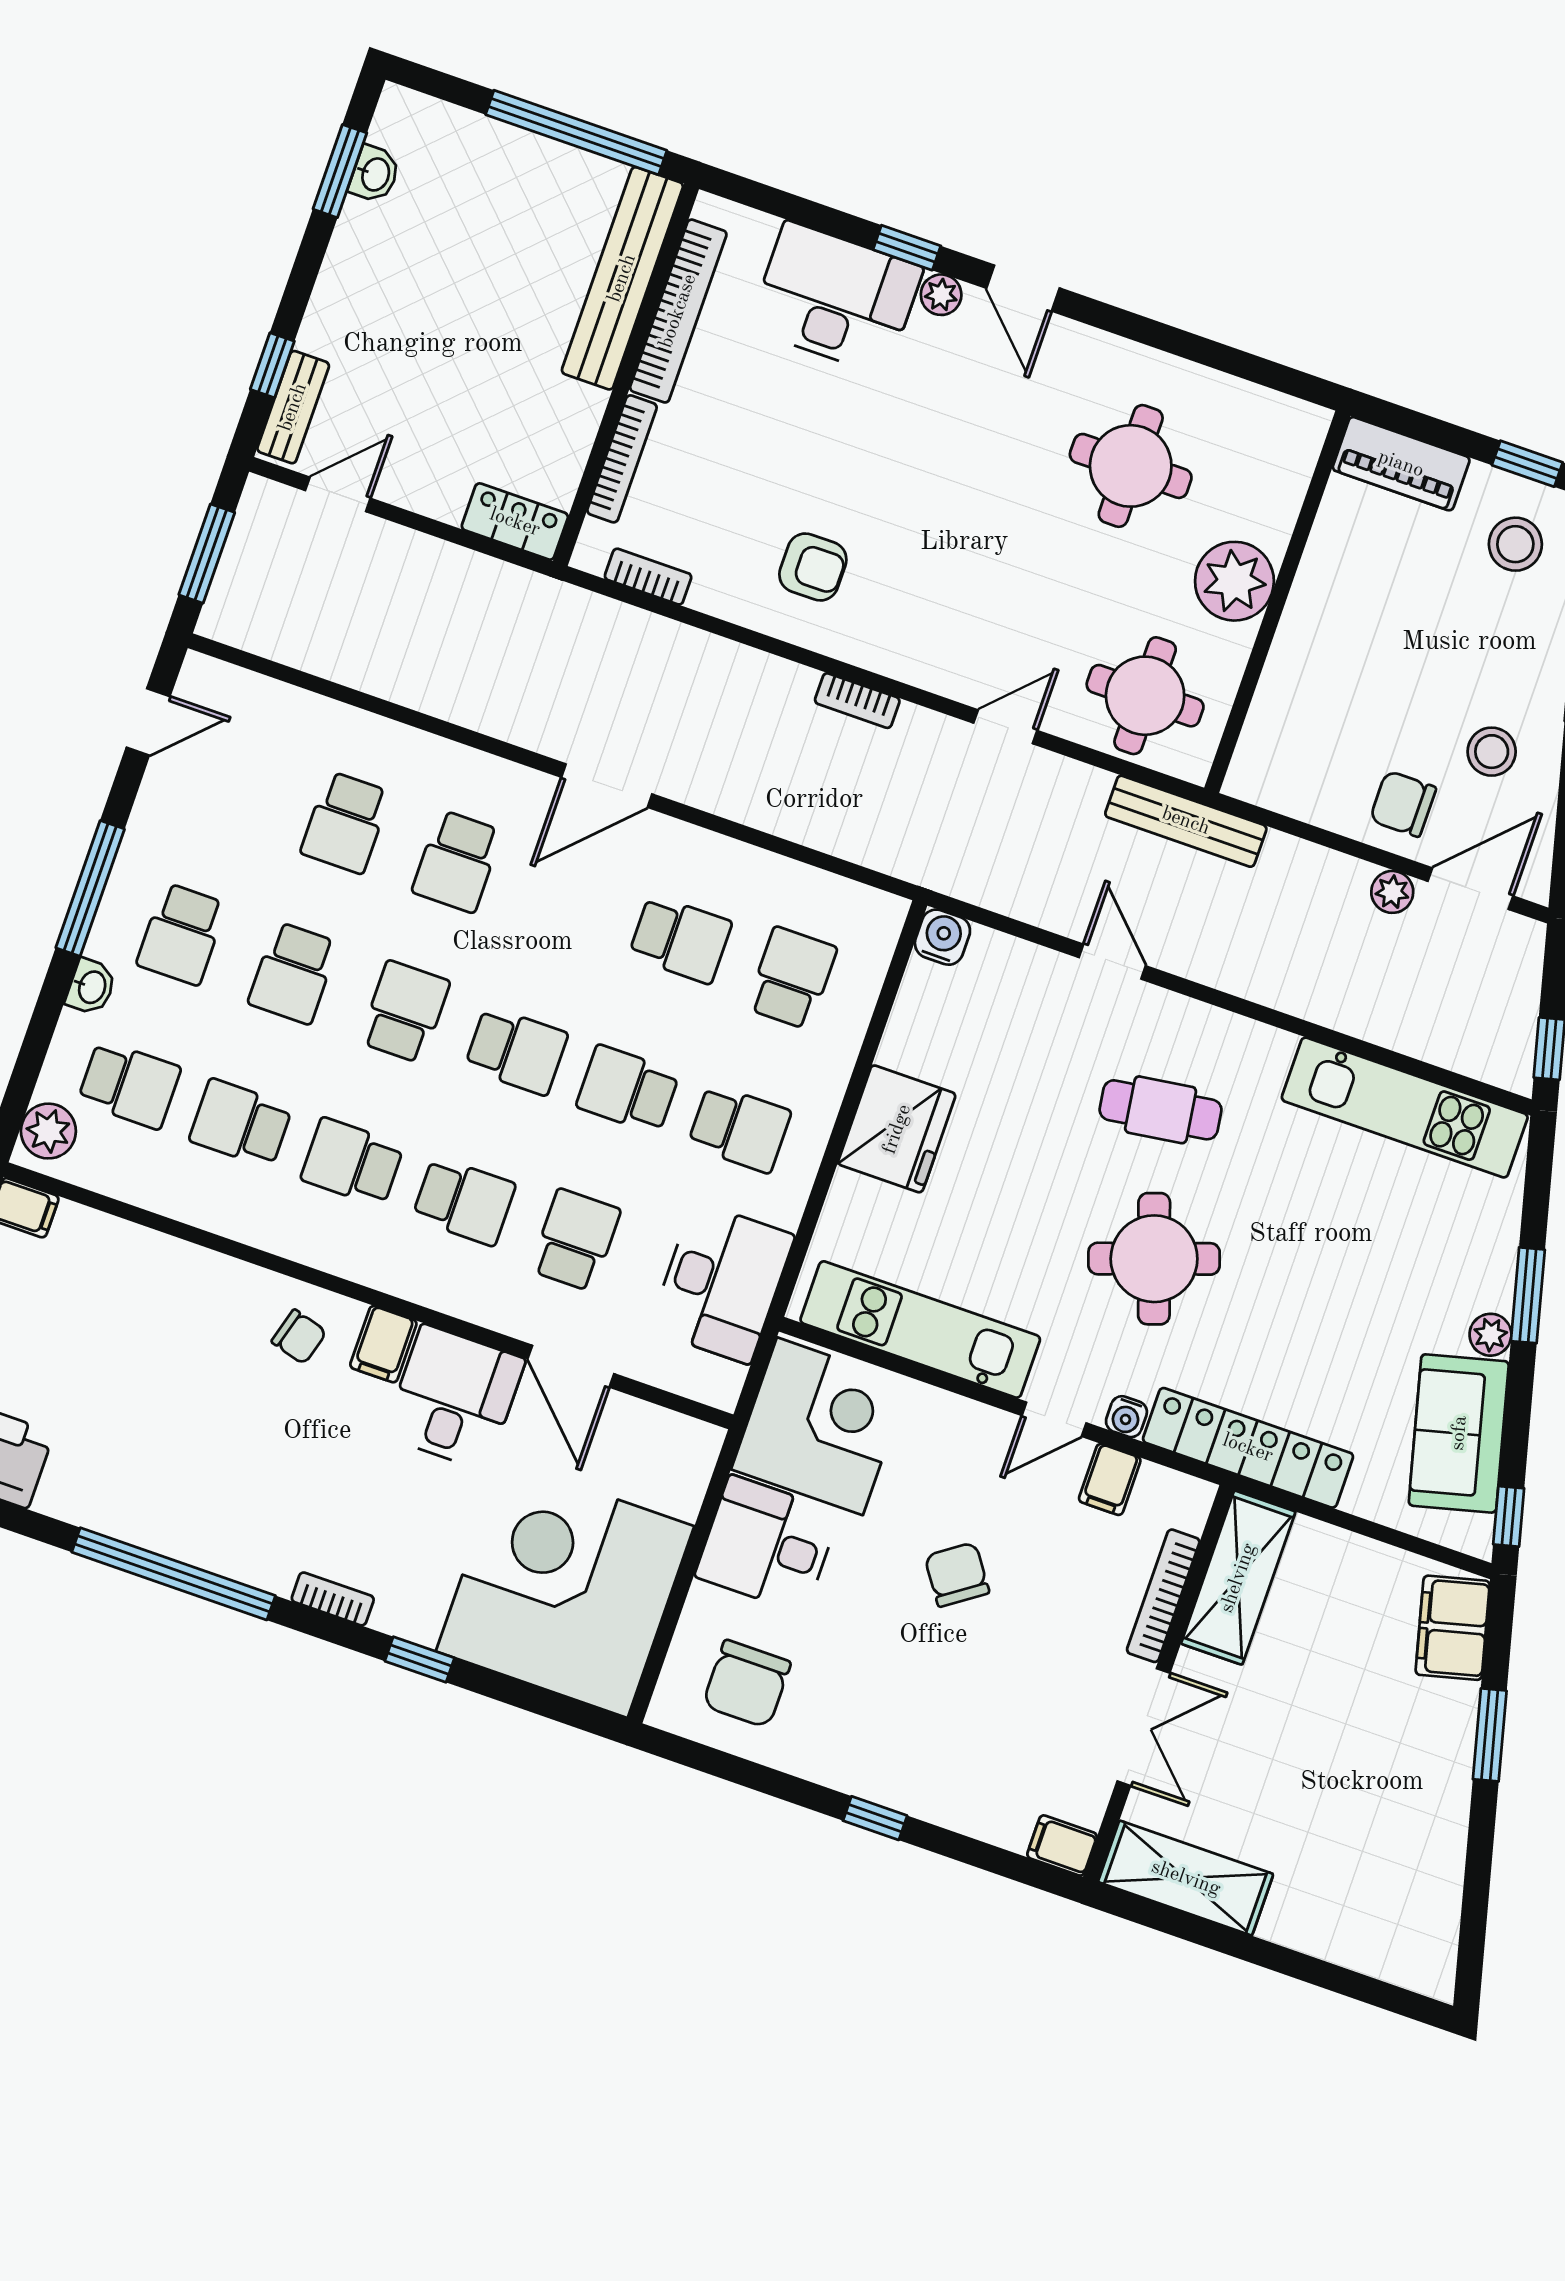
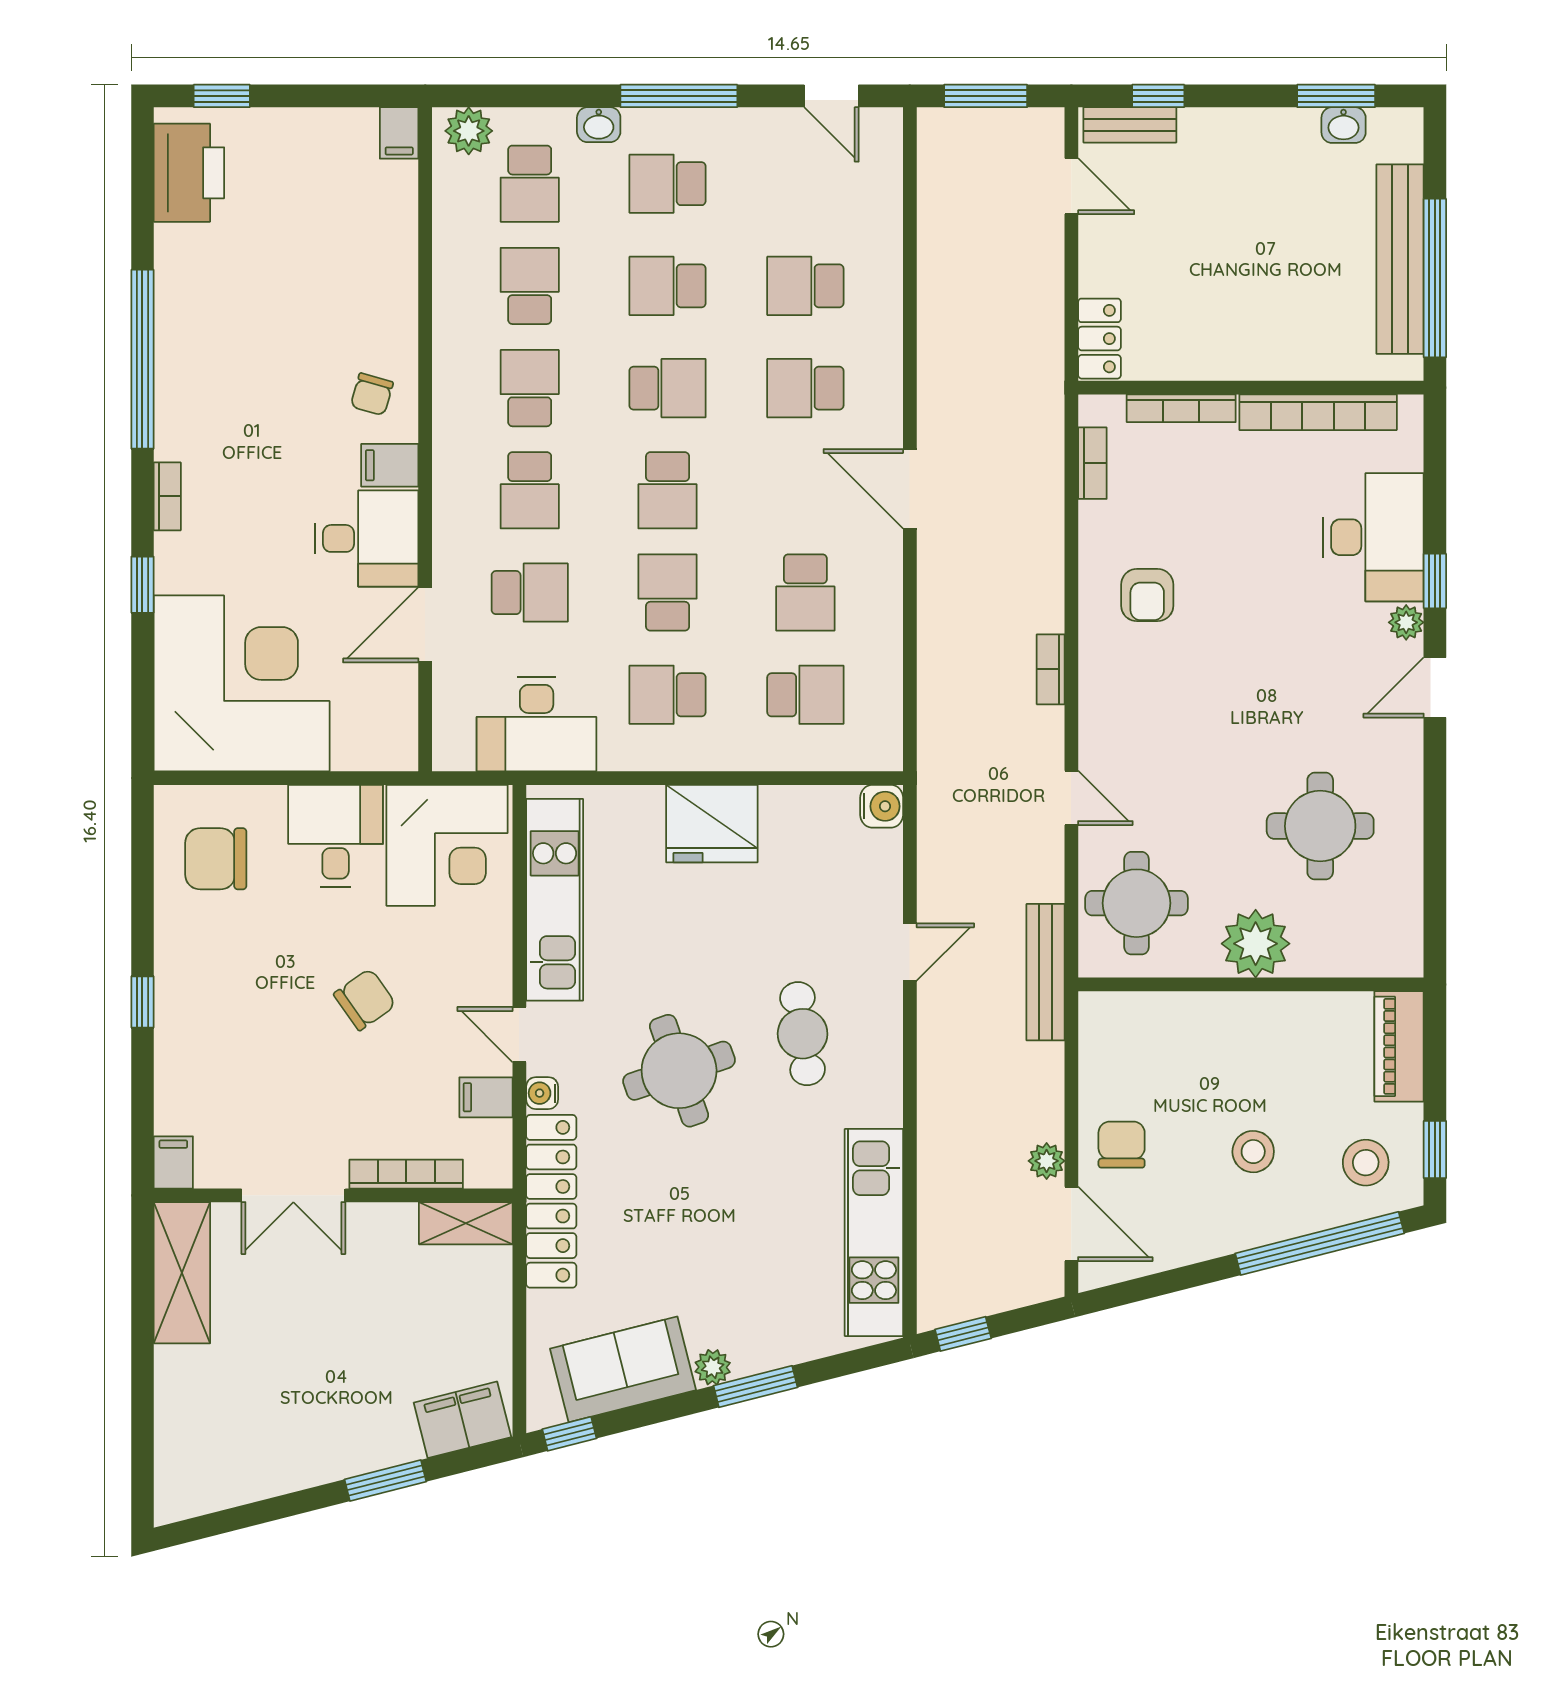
bench: (622, 278) -> (1400, 259), moved, turned 90
stool: (1492, 752) -> (1253, 1152), moved
school desk: (739, 1128) -> (668, 695), turned 90
shelving: (1238, 1578) -> (466, 1223), width x0.67, depth x0.75

